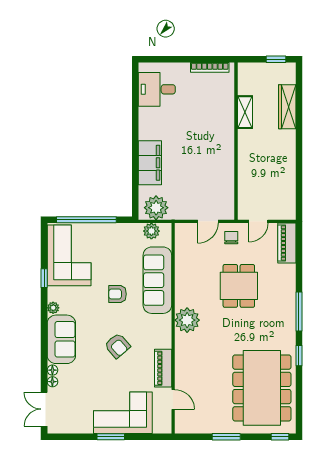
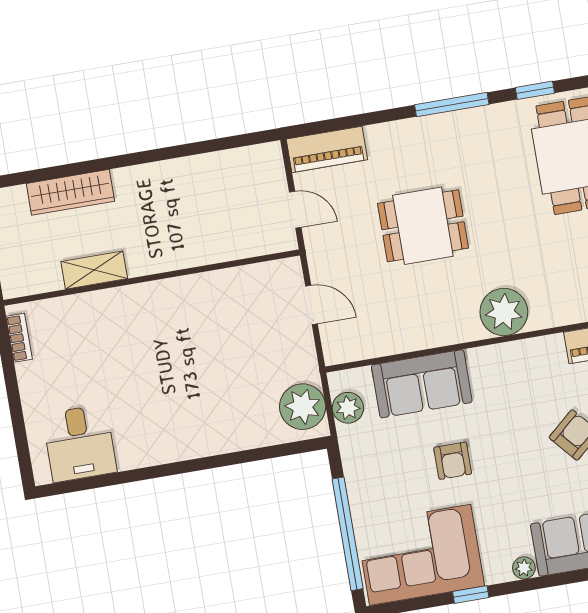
bookcase: (210, 67) -> (19, 338), width x0.64
filing cabinet: (150, 163) -> (220, 432), removed
chair: (231, 238) -> (335, 256), removed
sofa: (157, 280) -> (422, 384), width x0.73
armchair: (118, 294) -> (453, 461), moved

